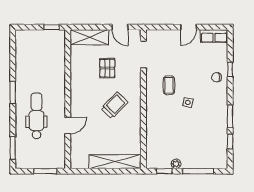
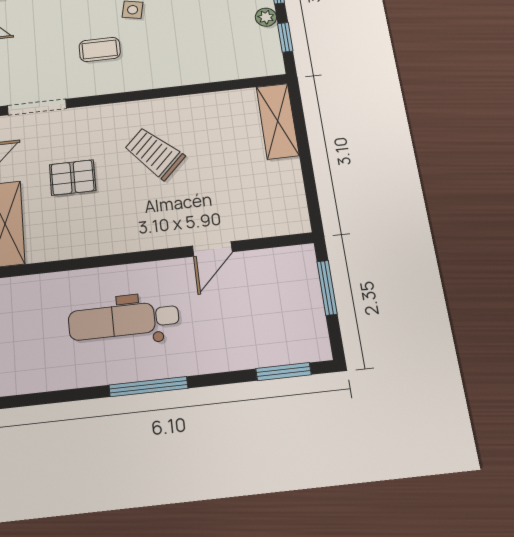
window: (13, 92) -> (148, 387), width x1.44
dental chair: (37, 116) -> (124, 320), moved
door: (68, 125) -> (212, 249), swing flipped
shelving: (115, 162) -> (278, 121), width x0.68

